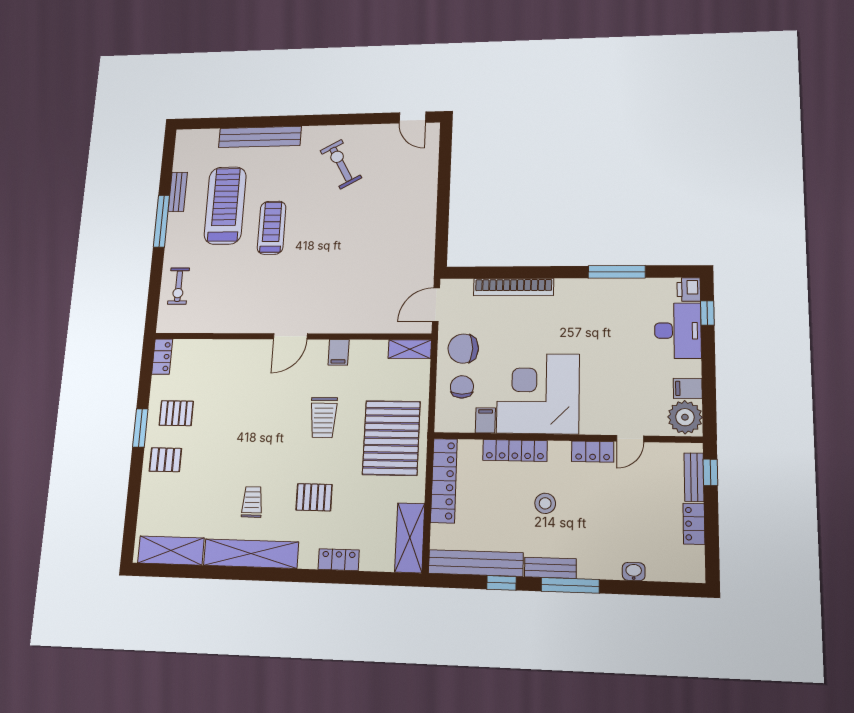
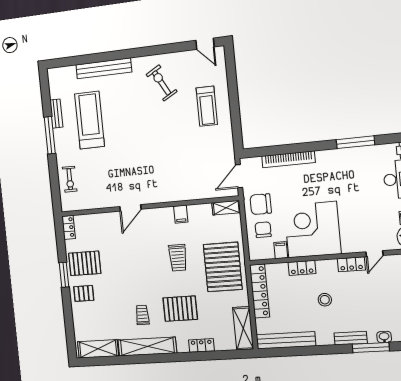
treadmill: (272, 228) -> (207, 106), moved, turned 180
door: (290, 336) -> (130, 208), moved
pallet: (176, 413) -> (85, 263), width x1.50, depth x1.42
locker: (515, 450) -> (302, 268), width x0.66
pallet: (314, 497) -> (180, 309), width x1.50, depth x1.42
bench: (550, 568) -> (351, 338), moved
window: (501, 583) -> (303, 351), removed
window: (570, 585) -> (371, 347), moved

